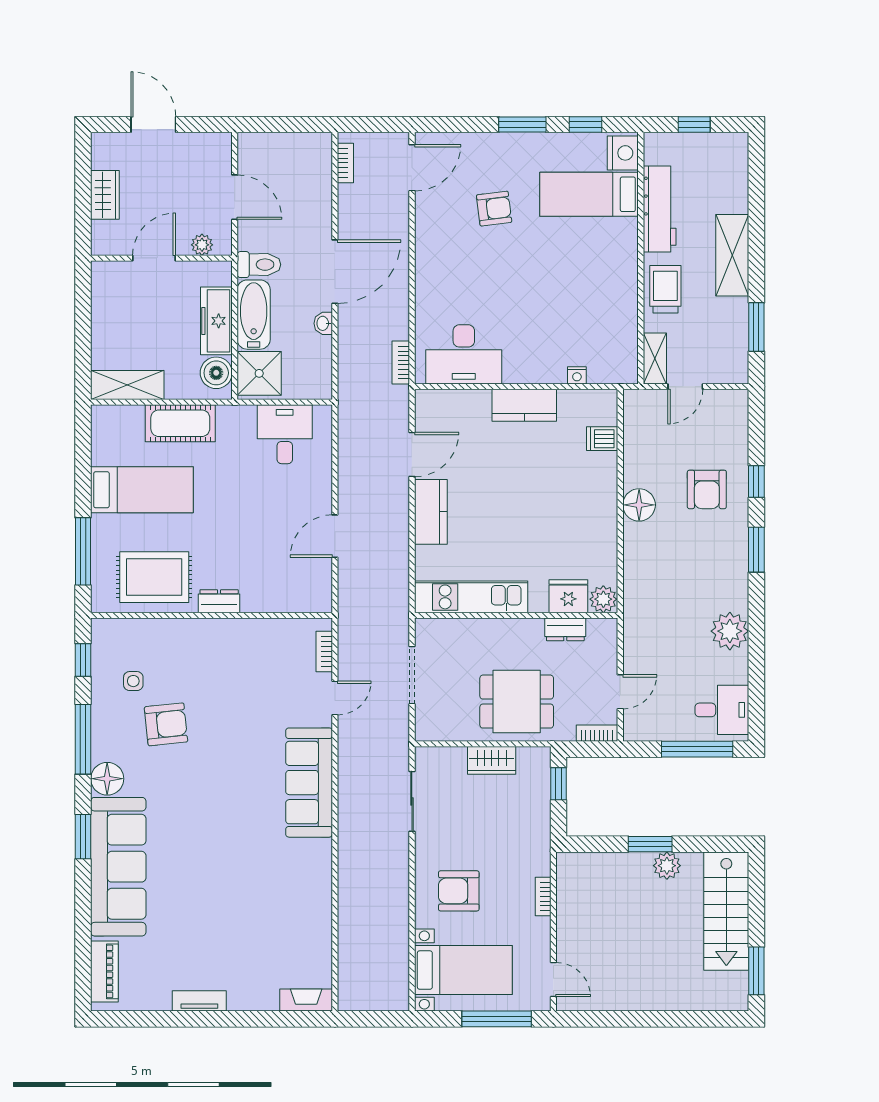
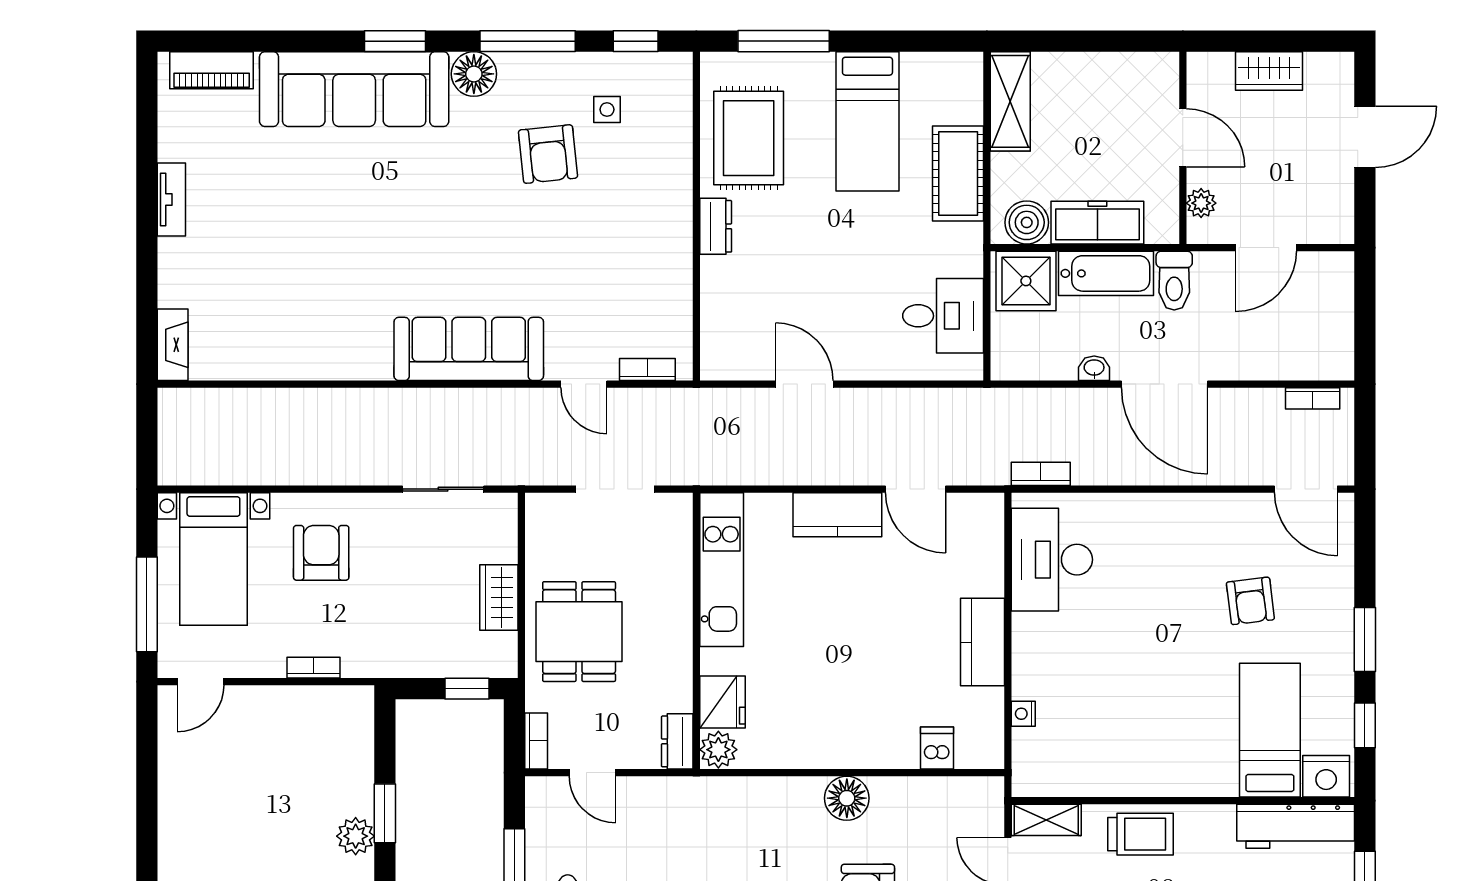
workbench: (660, 209) -> (1296, 826), moved
dresser: (565, 629) -> (677, 741), moved

